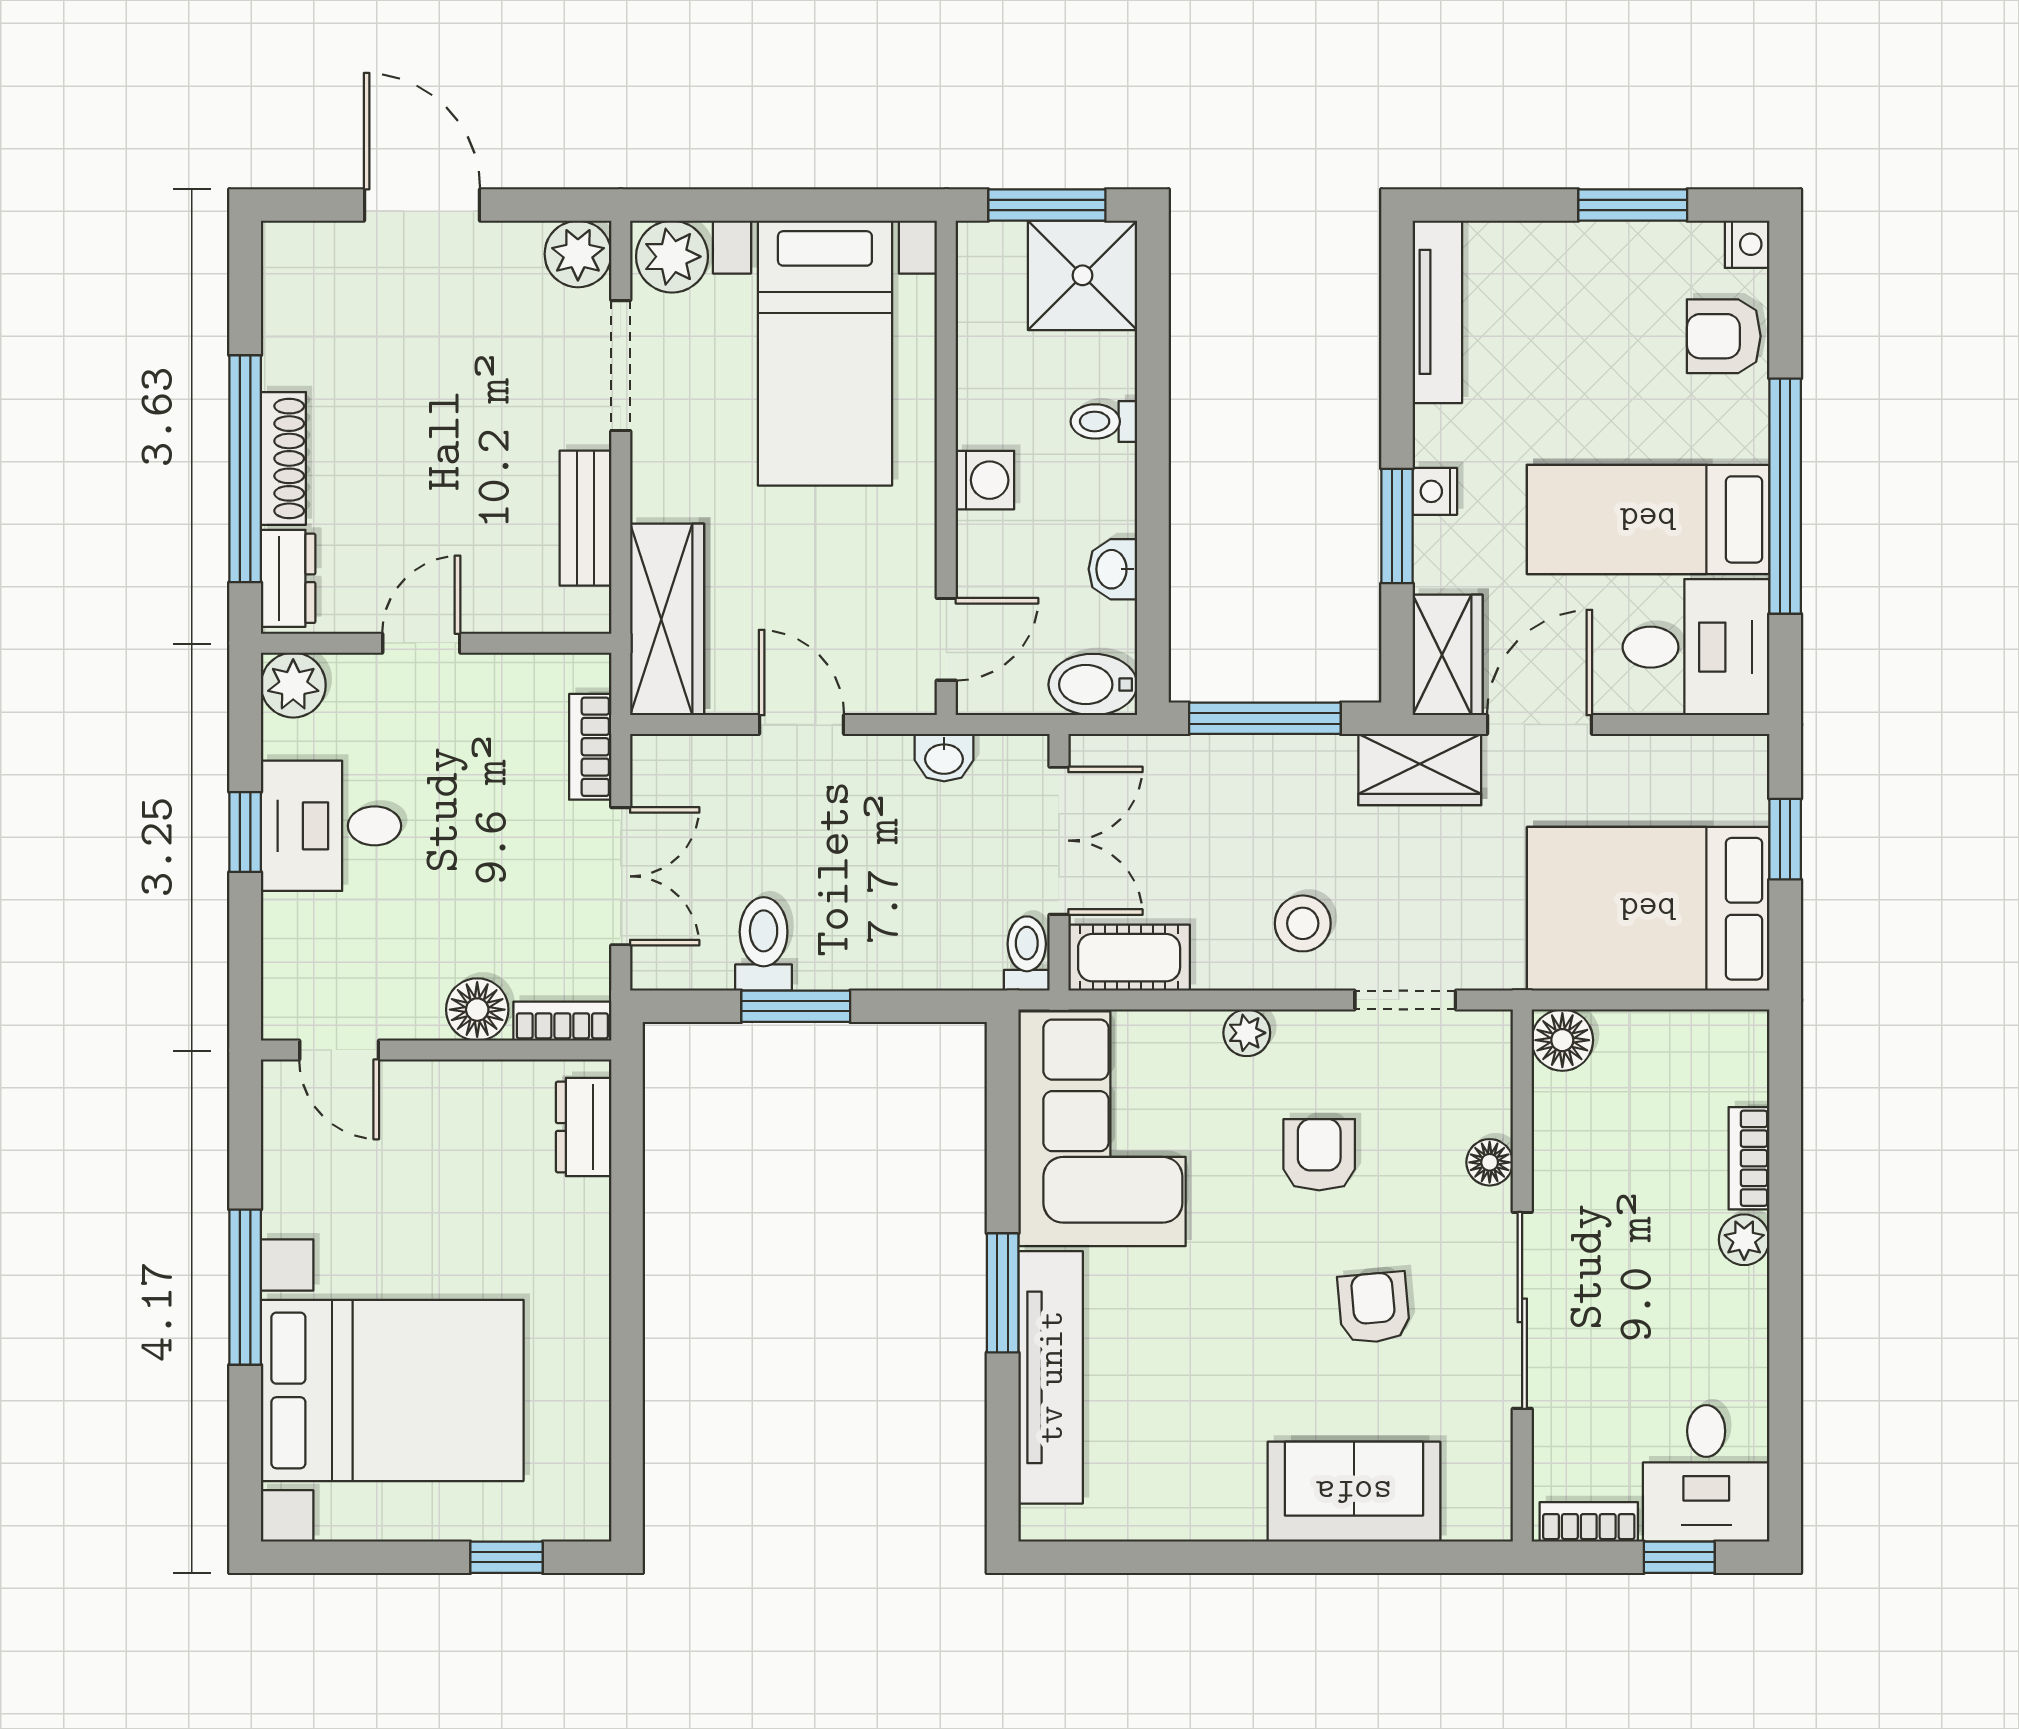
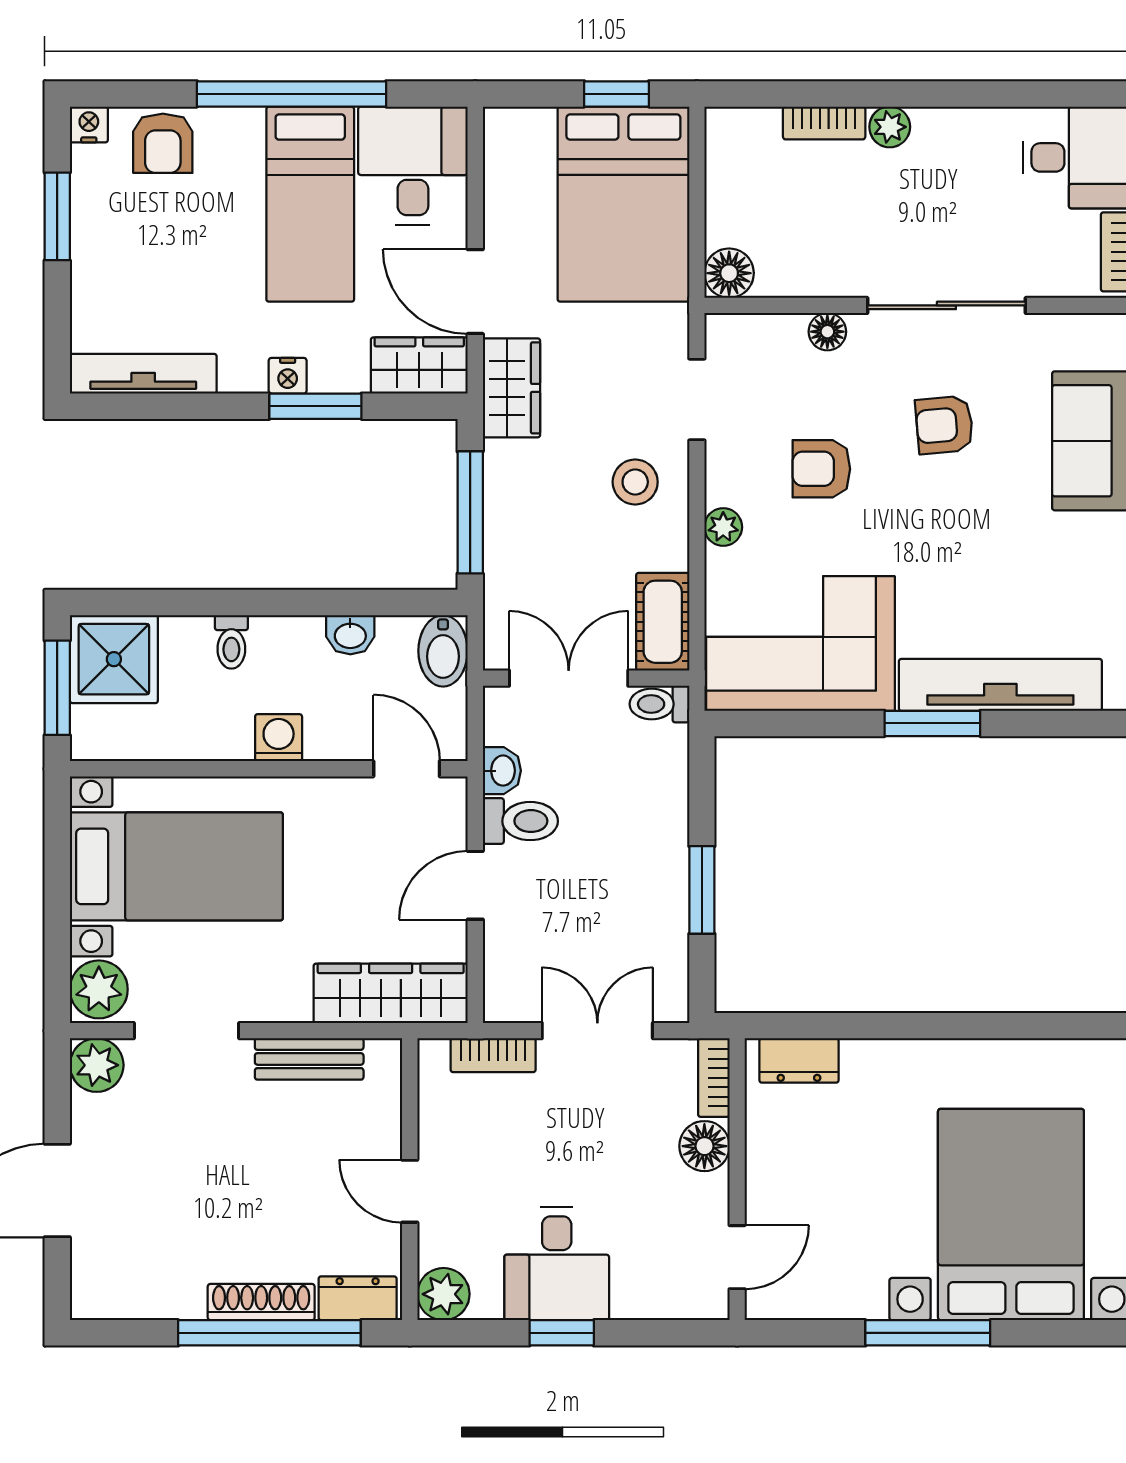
window: (1785, 839) -> (616, 94), moved
toilet: (764, 944) -> (520, 821), moved, turned 180

